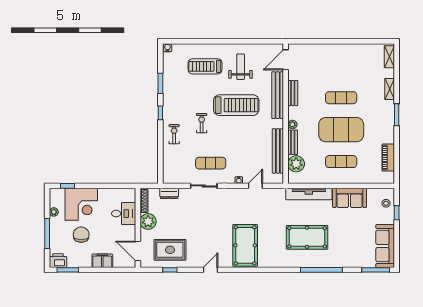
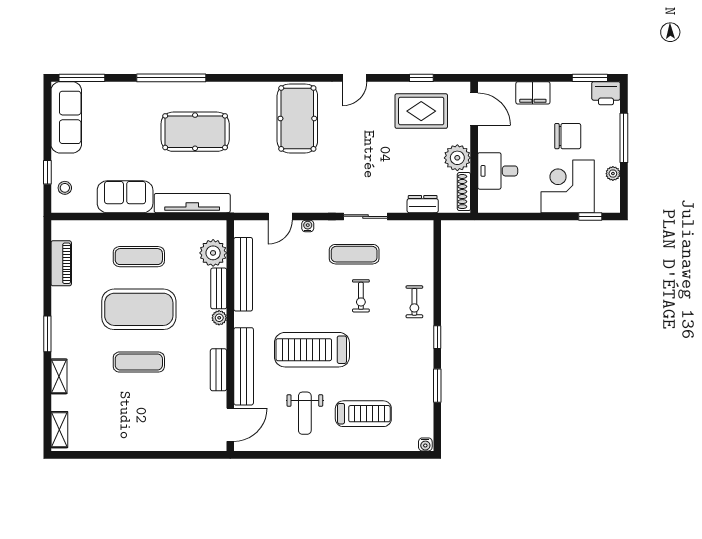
exercise bike: (202, 123) -> (361, 296), moved
chair: (81, 235) -> (568, 136), turned -90

